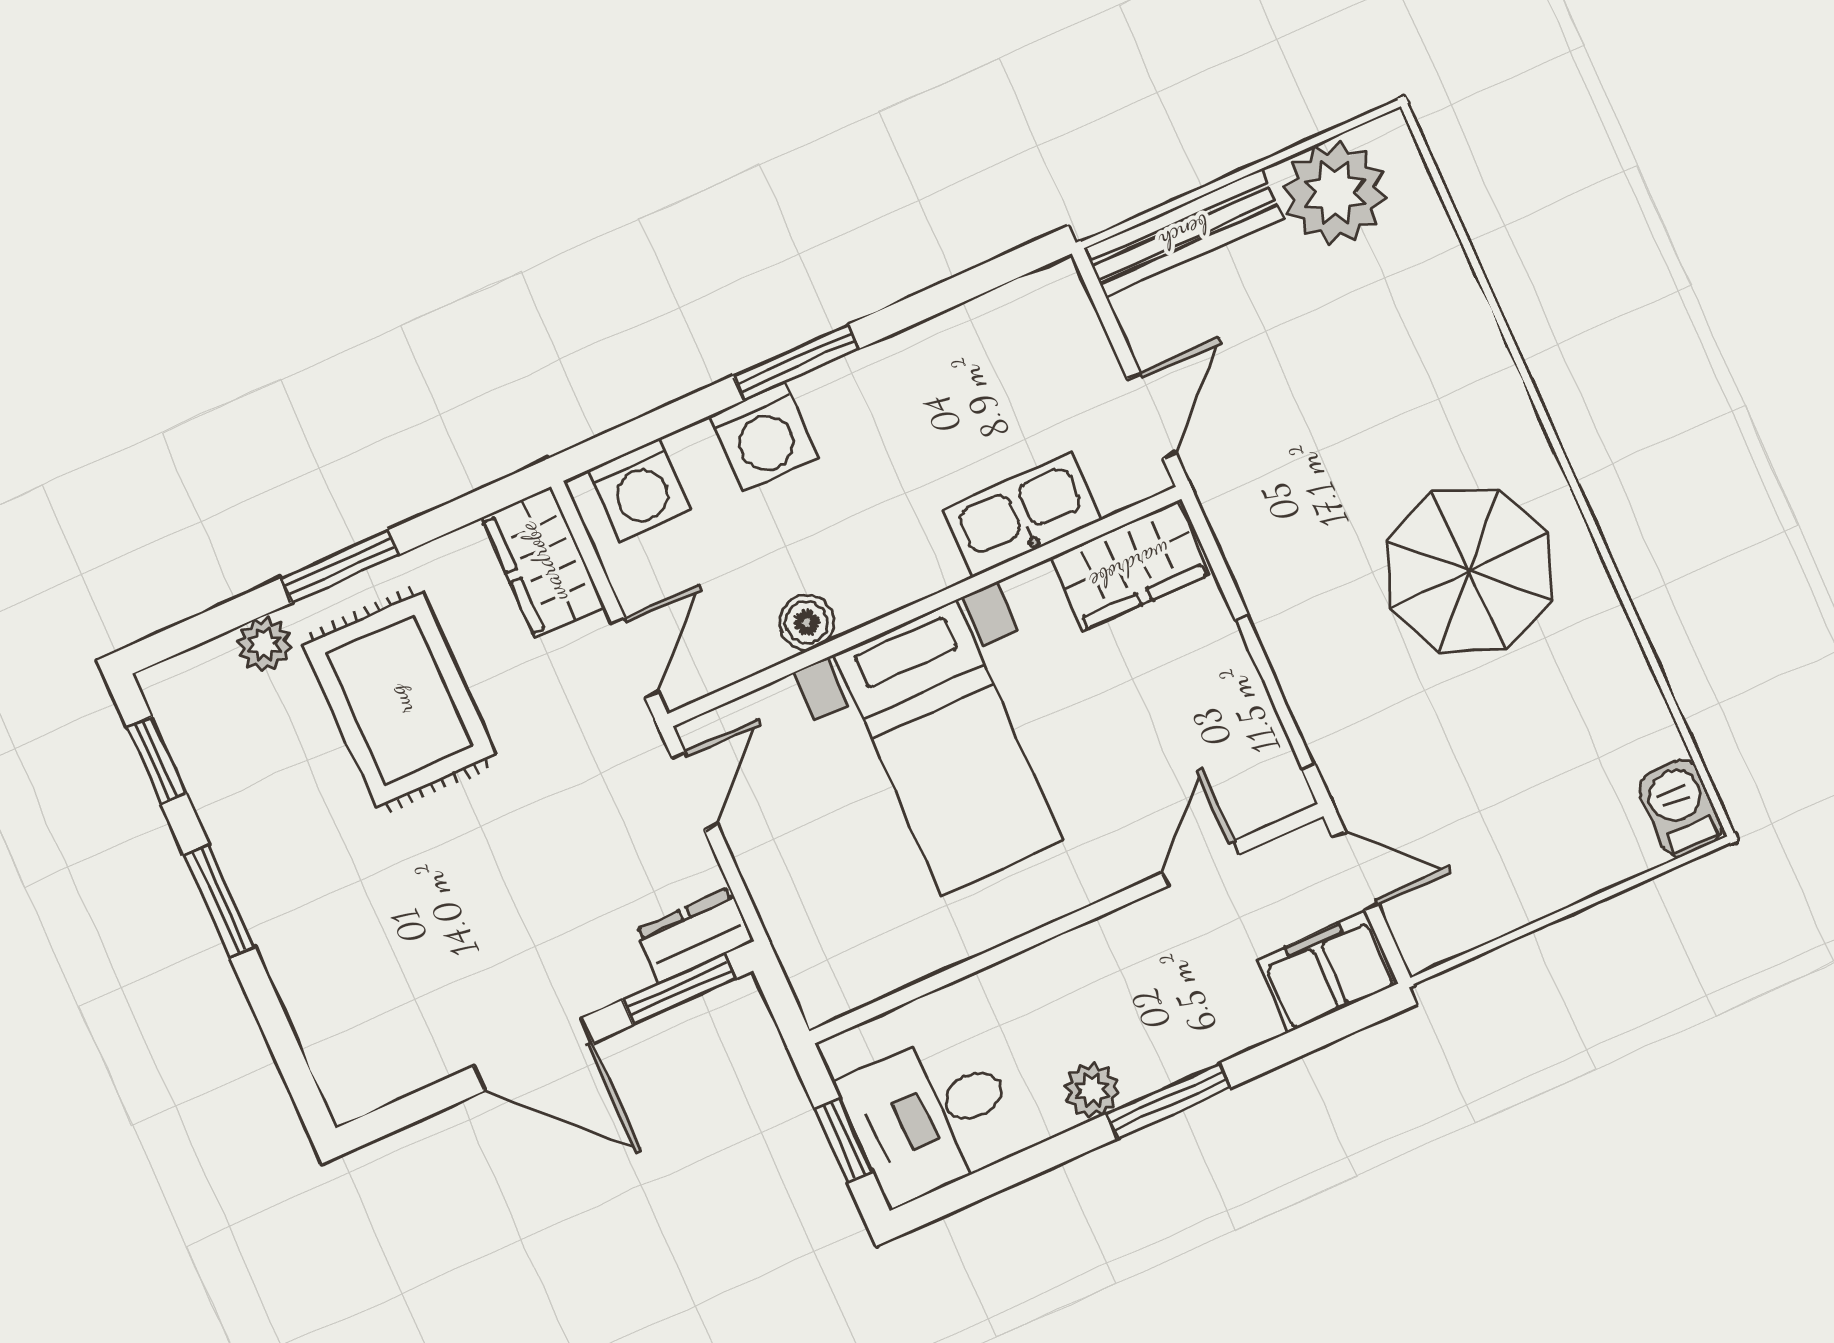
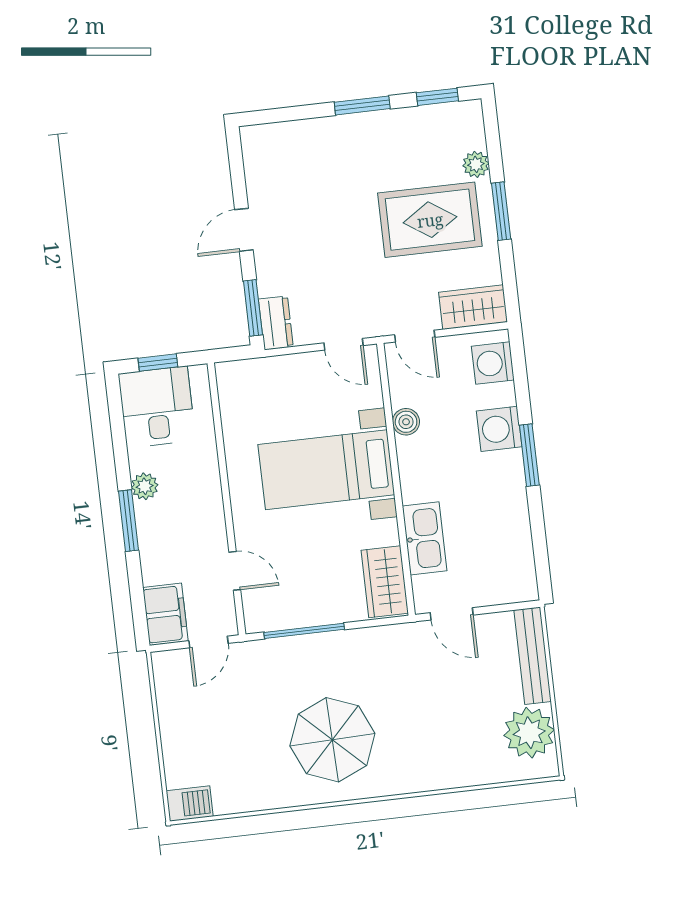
door: (533, 1054) -> (244, 230), width x0.73

